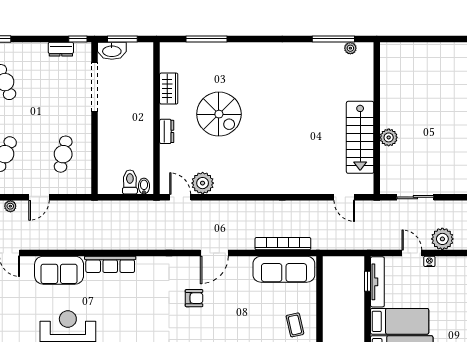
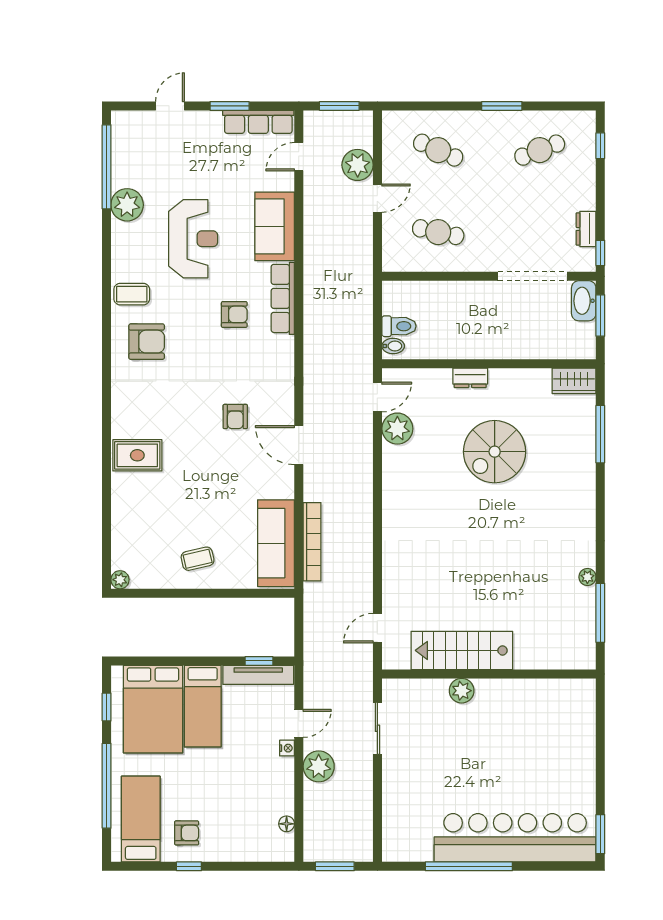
plant: (350, 48) -> (587, 577), moved
wardrobe: (169, 89) -> (574, 381), moved
door: (39, 197) -> (377, 198), swing flipped
plant: (10, 206) -> (358, 165), width x1.87, depth x1.87
armchair: (122, 299) -> (234, 314), added

